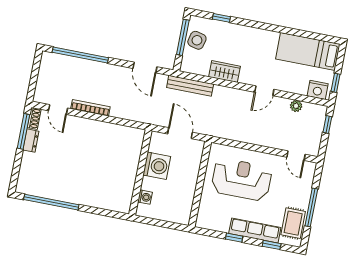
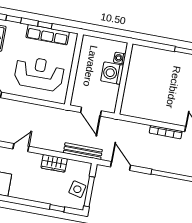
washing machine: (157, 166) -> (112, 73), moved
reception desk: (242, 179) -> (39, 73), turned 180
row of seats: (255, 230) -> (48, 35), moved

